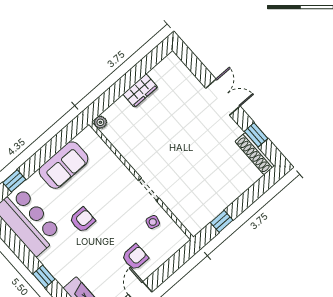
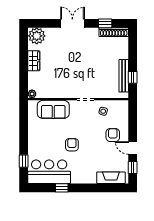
plant: (172, 69) -> (37, 36), added
sofa: (64, 165) -> (53, 109), moved, turned 90
bench: (214, 210) -> (124, 76), added
window: (44, 277) -> (62, 188), moved

